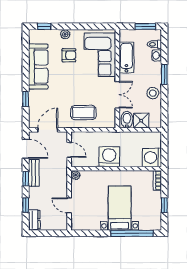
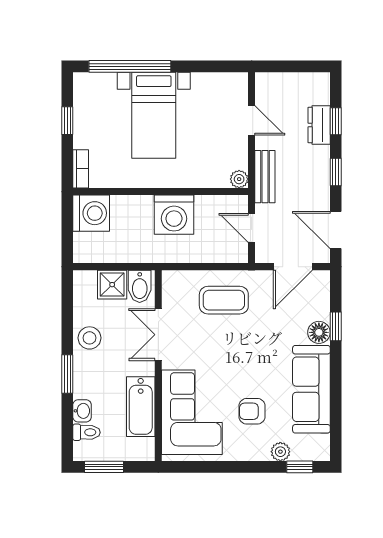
plant: (65, 34) -> (280, 452), moved
floor lamp: (34, 96) -> (319, 332), added
bench: (34, 173) -> (265, 177), moved
dresser: (34, 220) -> (319, 125), moved

